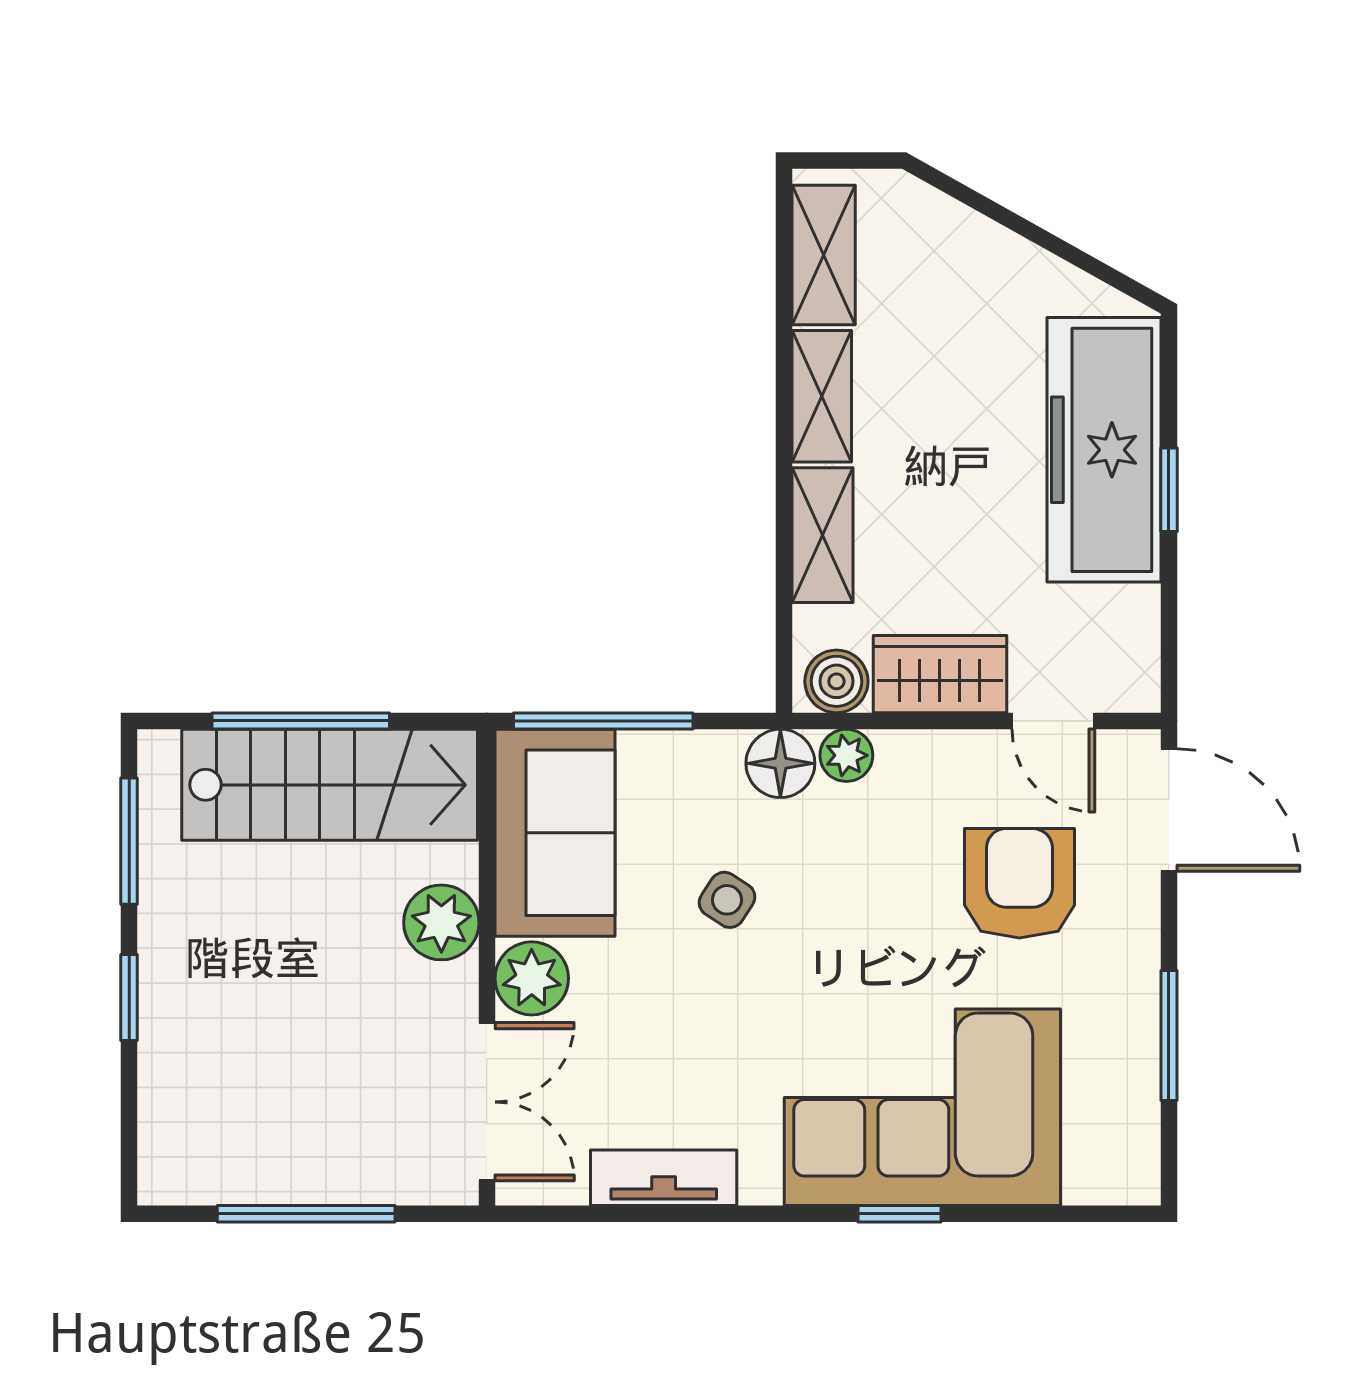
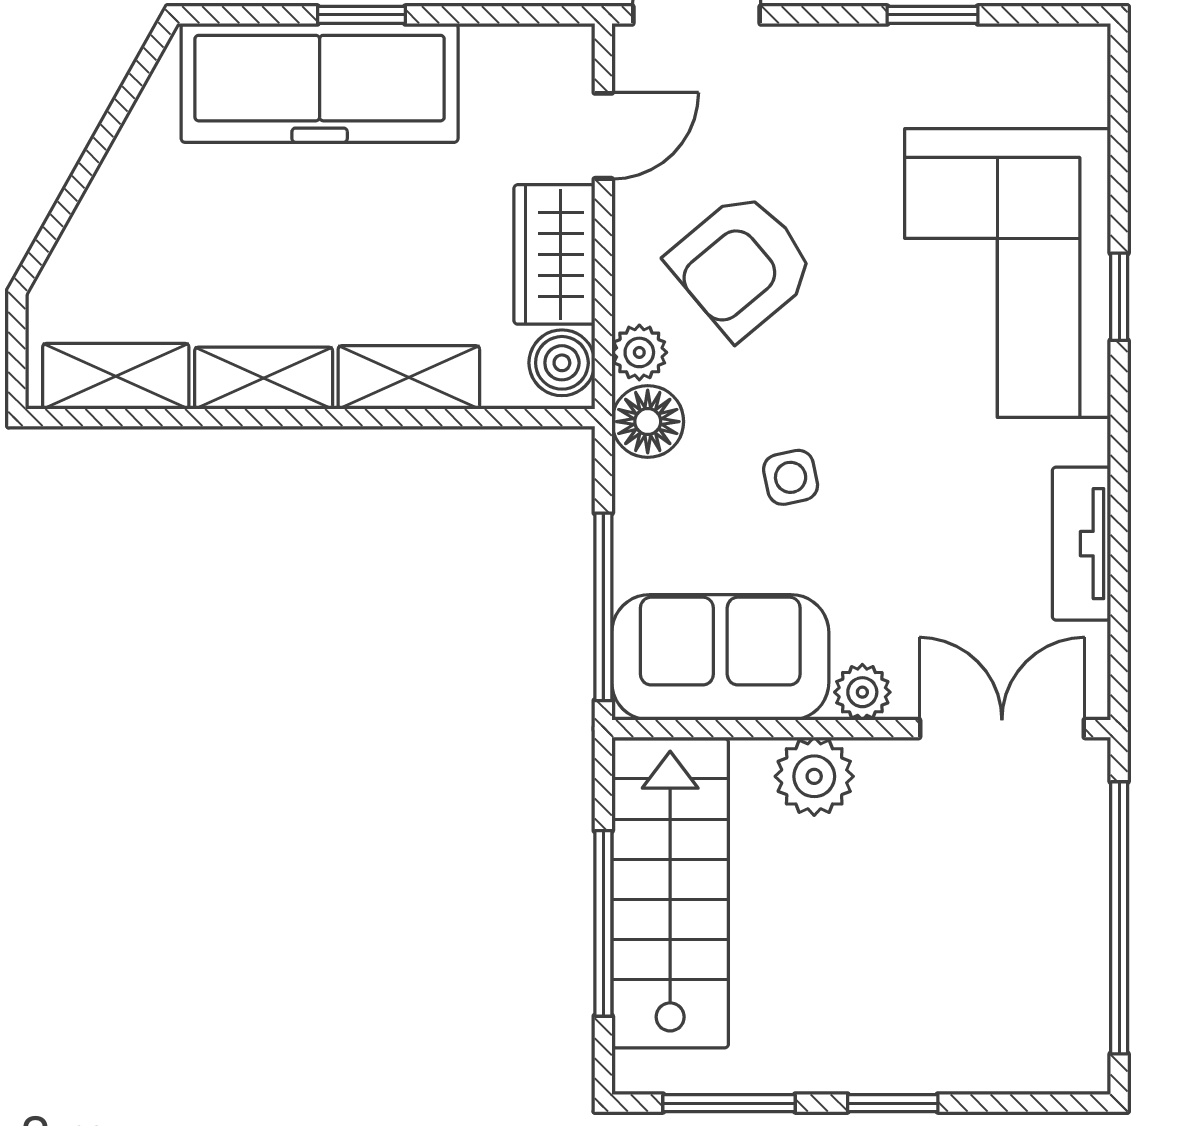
armchair: (1019, 883) -> (742, 265), moved, turned -40
side table: (727, 900) -> (791, 477), turned 45
plant: (532, 978) -> (862, 692), width x0.73, depth x0.73
window: (1169, 1035) -> (933, 15), width x0.67
window: (306, 1214) -> (1119, 918), width x1.46

